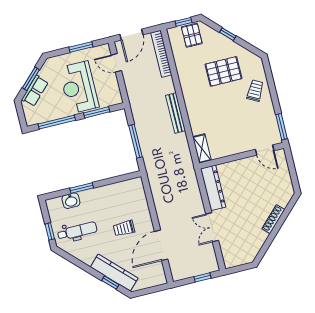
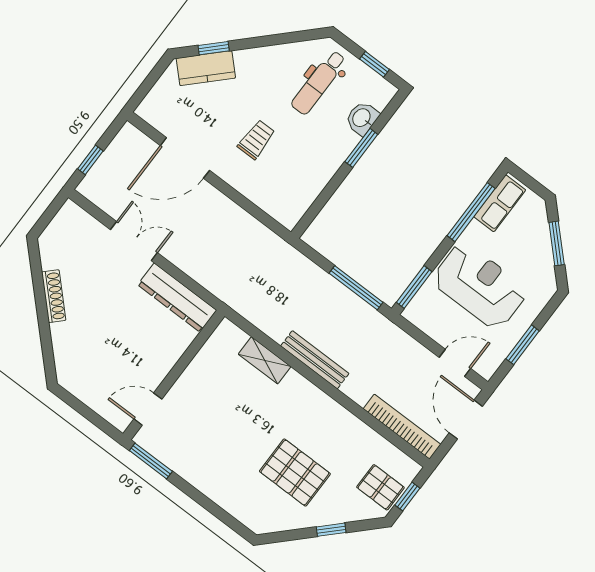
pallet: (223, 71) -> (295, 473), turned 90
row of seats: (35, 91) -> (500, 203), moved, turned -135
trolley: (255, 91) -> (229, 482), removed
window: (97, 112) -> (414, 287), moved
window: (136, 141) -> (356, 288), moved
shelving: (202, 148) -> (265, 360), moved
shoe rack: (273, 219) -> (54, 296), moved
window: (50, 231) -> (374, 64), moved
door: (161, 245) -> (185, 158), swing flipped
kitchen counter: (114, 273) -> (206, 68), width x0.67

